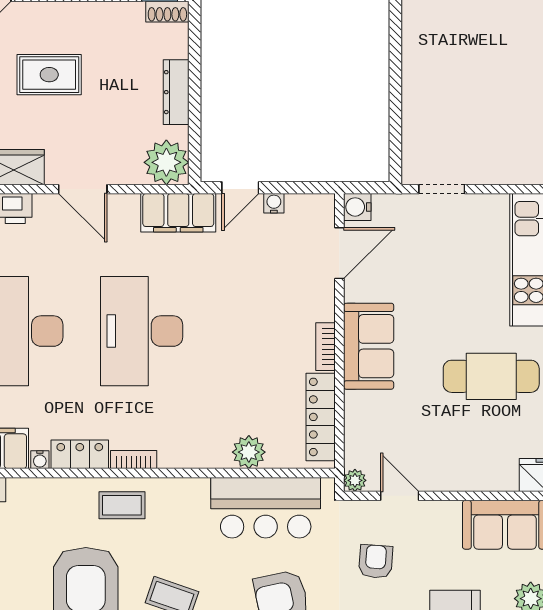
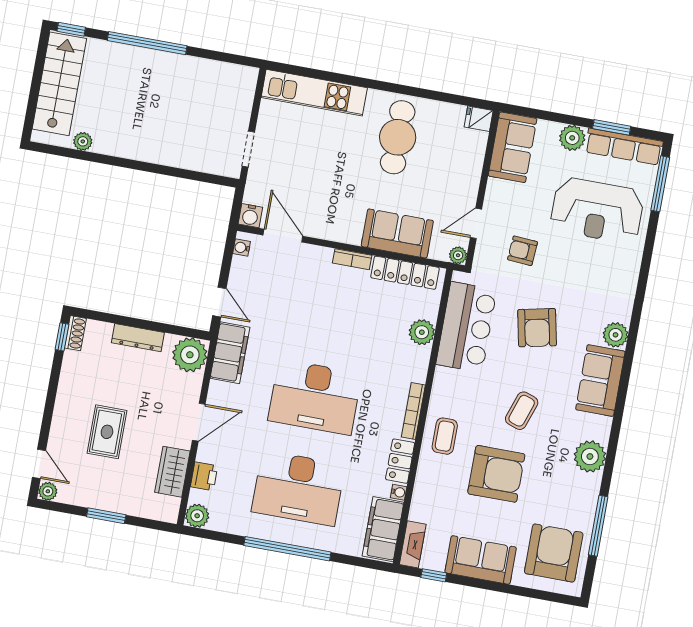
water cooler: (274, 203) -> (242, 248), moved
sofa: (369, 346) -> (397, 233), moved
bookcase: (134, 460) -> (413, 411), width x1.56

